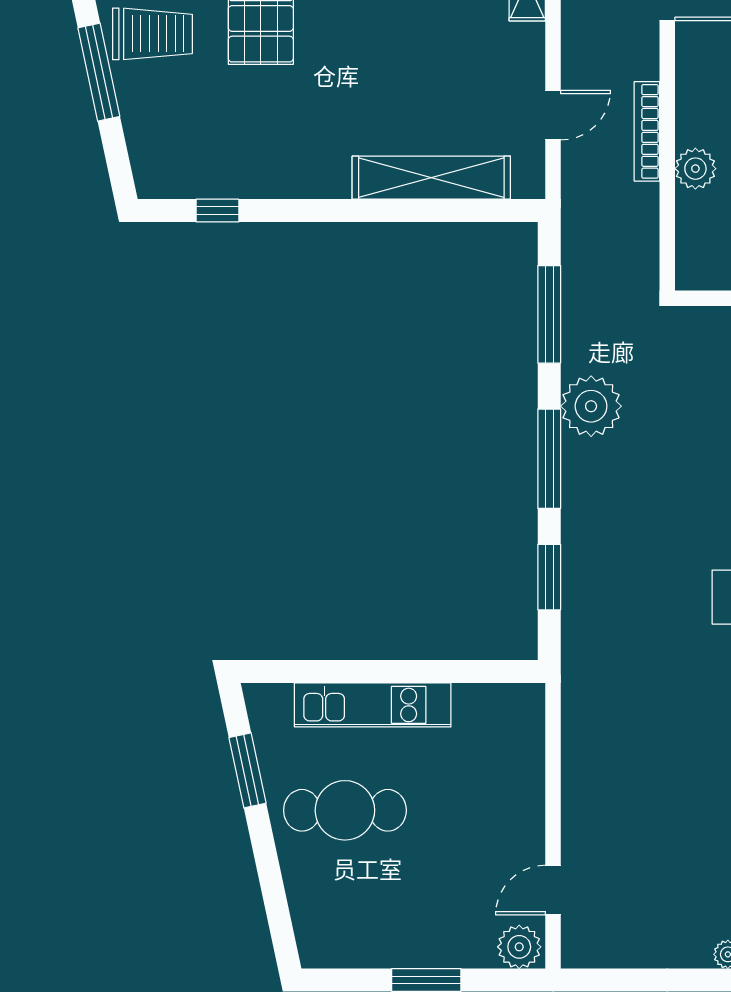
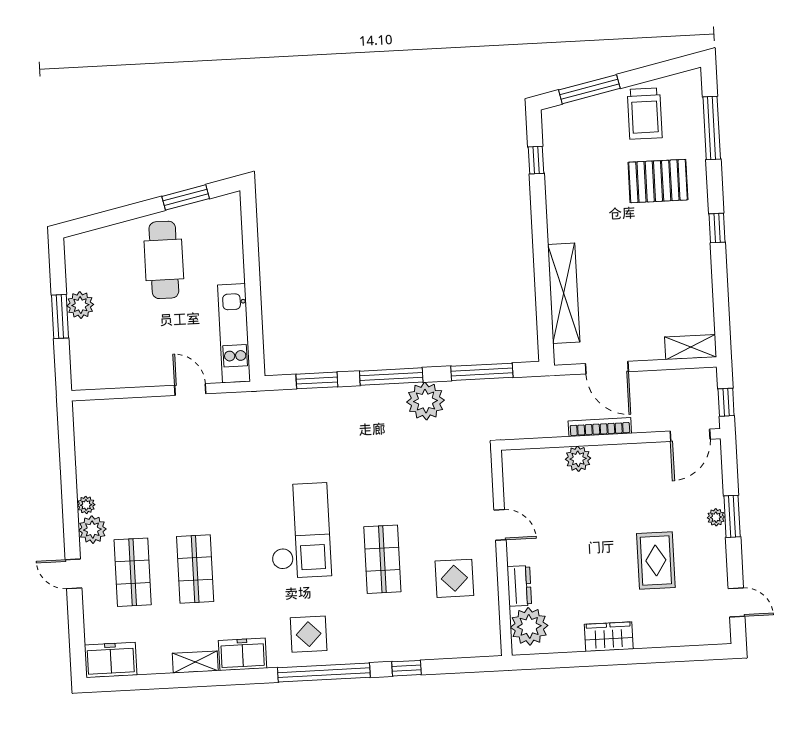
window: (99, 72) -> (589, 89), moved
door: (553, 115) -> (607, 368), width x1.38
kitchen unit: (373, 705) -> (234, 333), moved
door: (553, 890) -> (190, 389), moved
plant: (519, 947) -> (80, 305), moved

